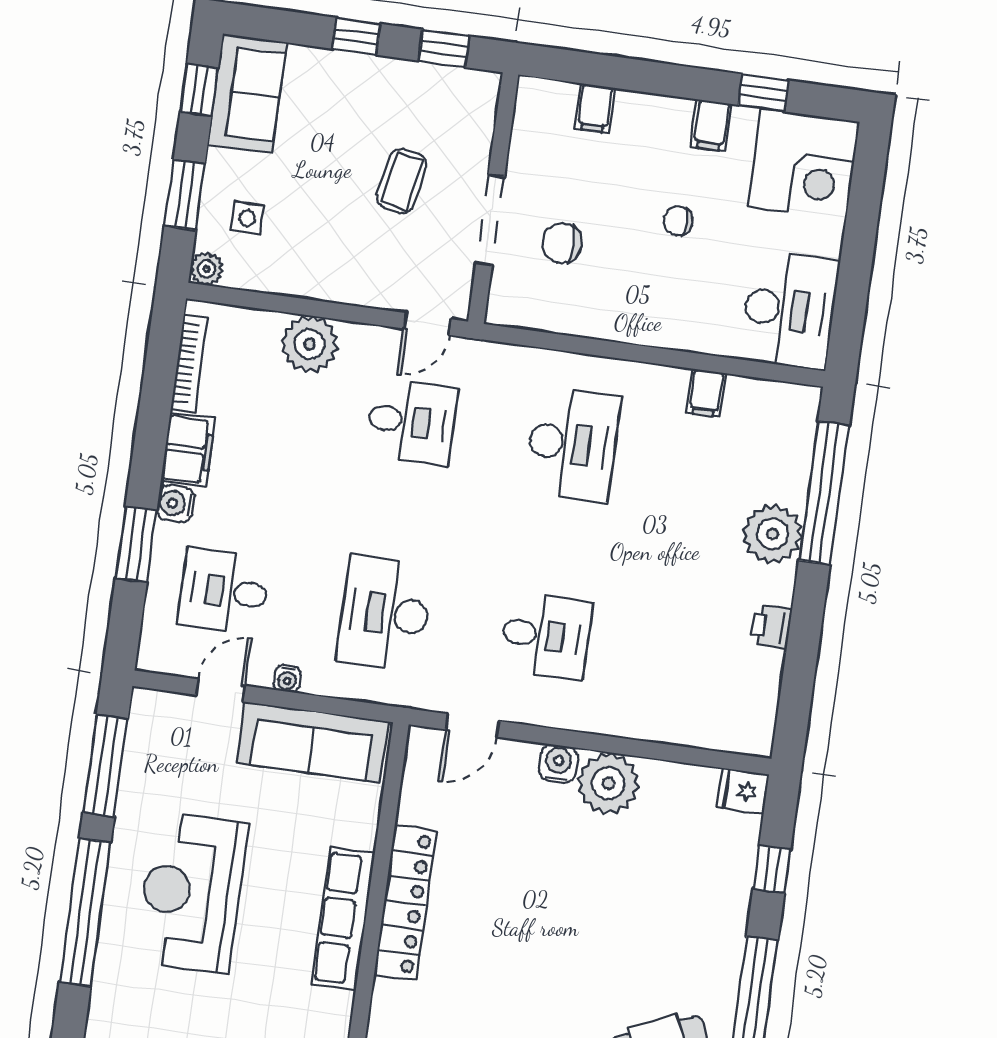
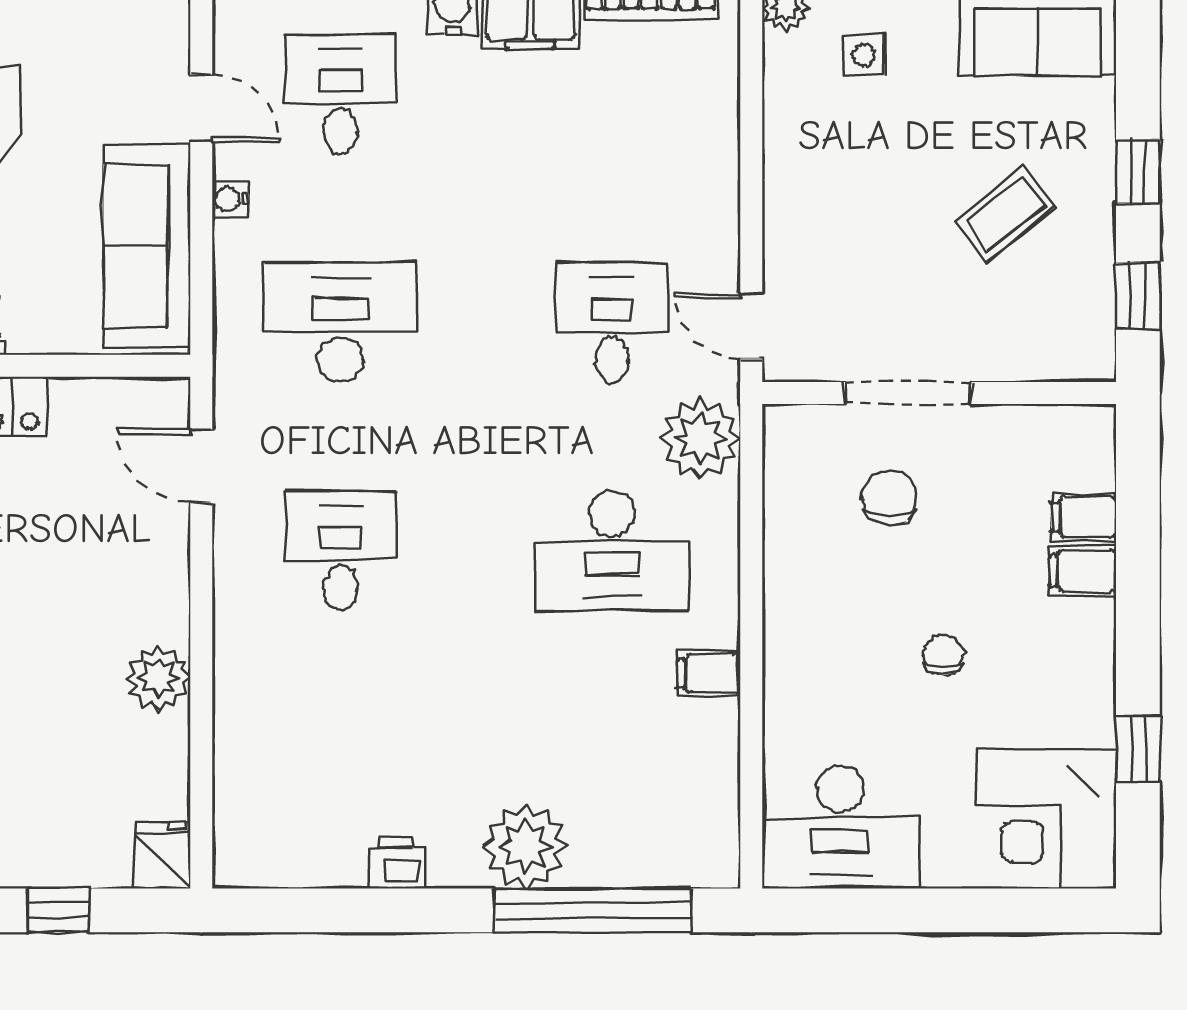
filing cabinet: (711, 125) -> (1083, 571), moved
coffee table: (402, 181) -> (1005, 214), moved, turned -49
plant: (310, 344) -> (700, 438), moved
filing cabinet: (706, 393) -> (709, 673), moved
desk: (412, 422) -> (612, 323), turned 180
desk: (546, 636) -> (340, 551), turned 180
water cooler: (558, 763) -> (165, 593), removed
plant: (608, 783) -> (158, 678), width x0.73, depth x0.73

